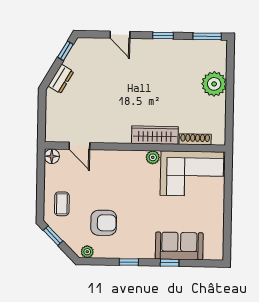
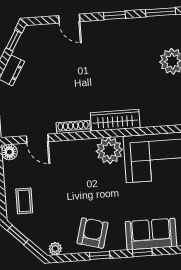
shoe rack: (195, 139) -> (73, 127), moved
plant: (153, 157) -> (109, 150), width x1.88, depth x1.88
armchair: (104, 223) -> (93, 233), moved, turned -75

